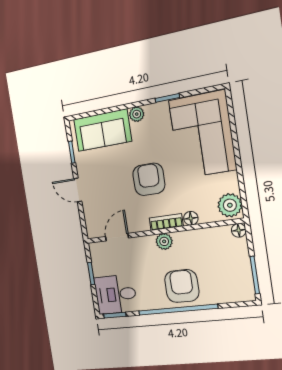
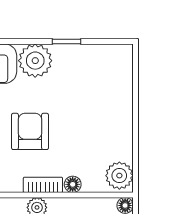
plant: (137, 114) -> (35, 61), width x1.87, depth x1.87
corner sofa: (202, 135) -> (100, 91), removed

